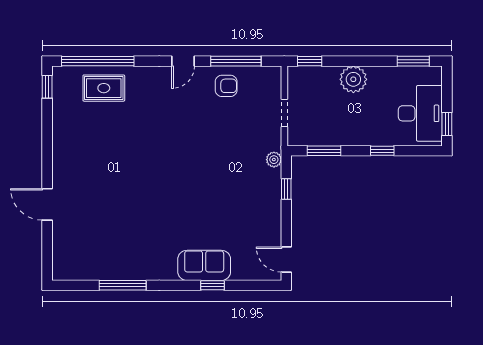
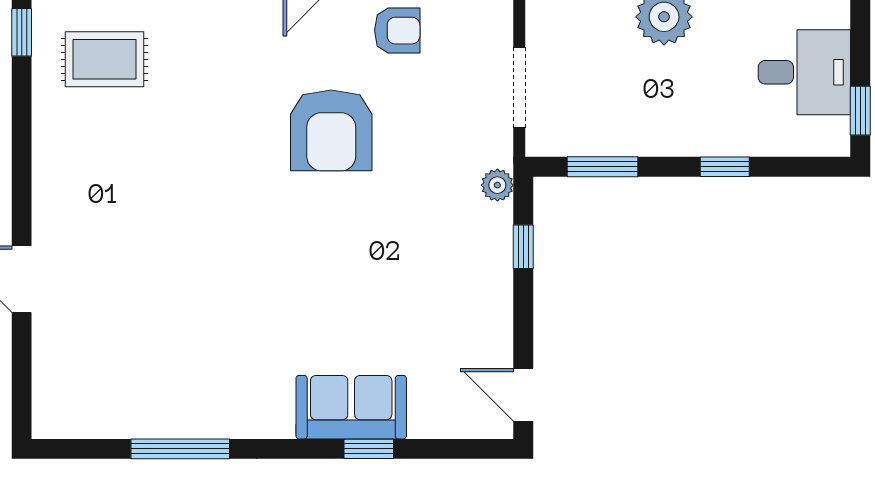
rug: (104, 88) -> (105, 59), moved
doorway: (284, 113) -> (519, 87), width x1.38
desk: (420, 113) -> (804, 72), width x0.73
armchair: (195, 133) -> (331, 130), added

